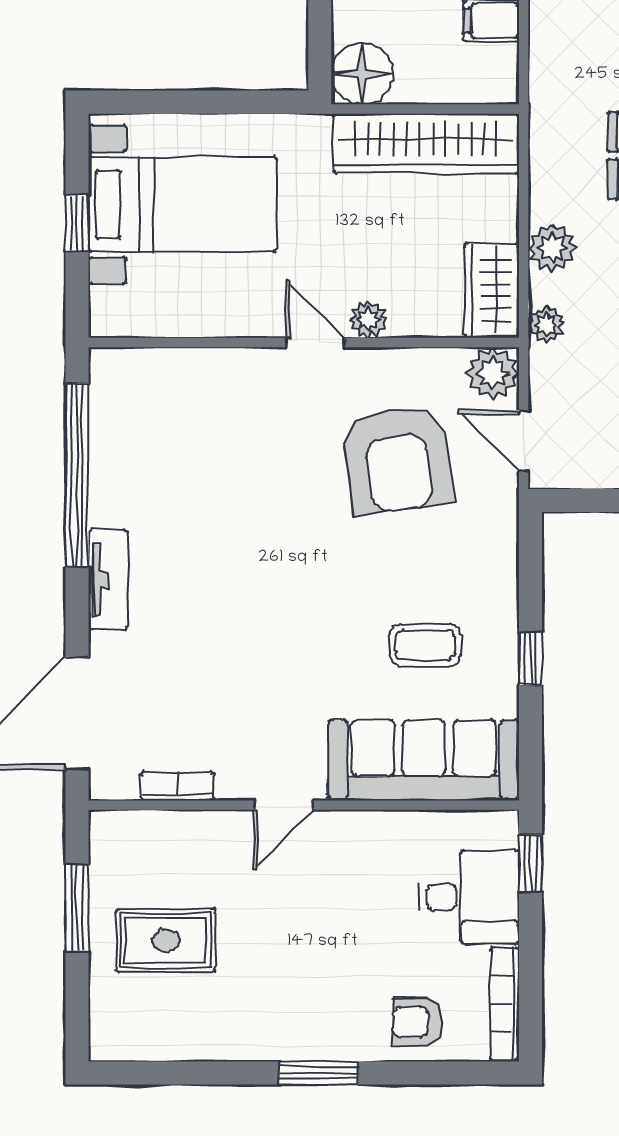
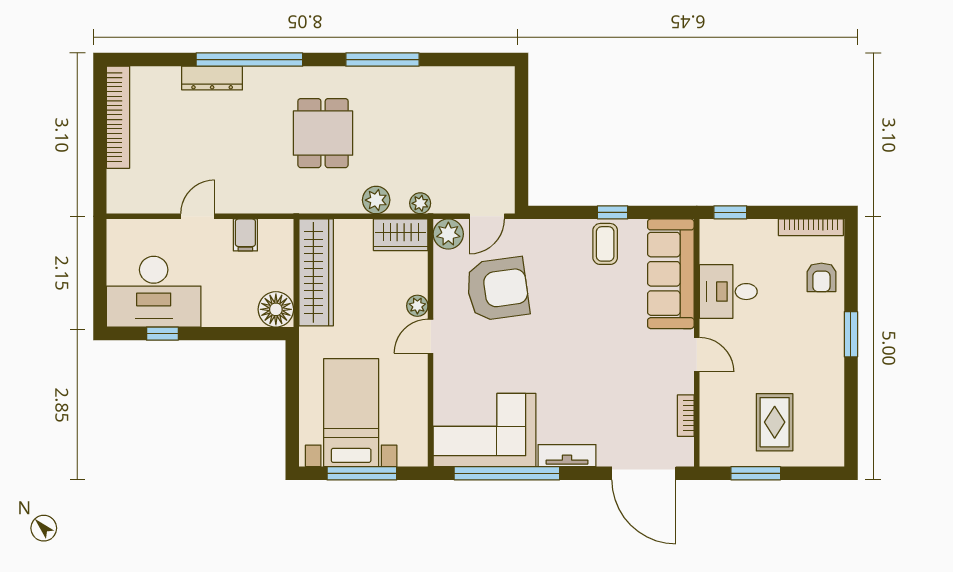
window: (77, 223) -> (362, 473), width x2.17
corner sofa: (152, 436) -> (485, 430), added
coffee table: (425, 645) -> (605, 244), moved
desk: (469, 897) -> (728, 292), moved, turned -90

